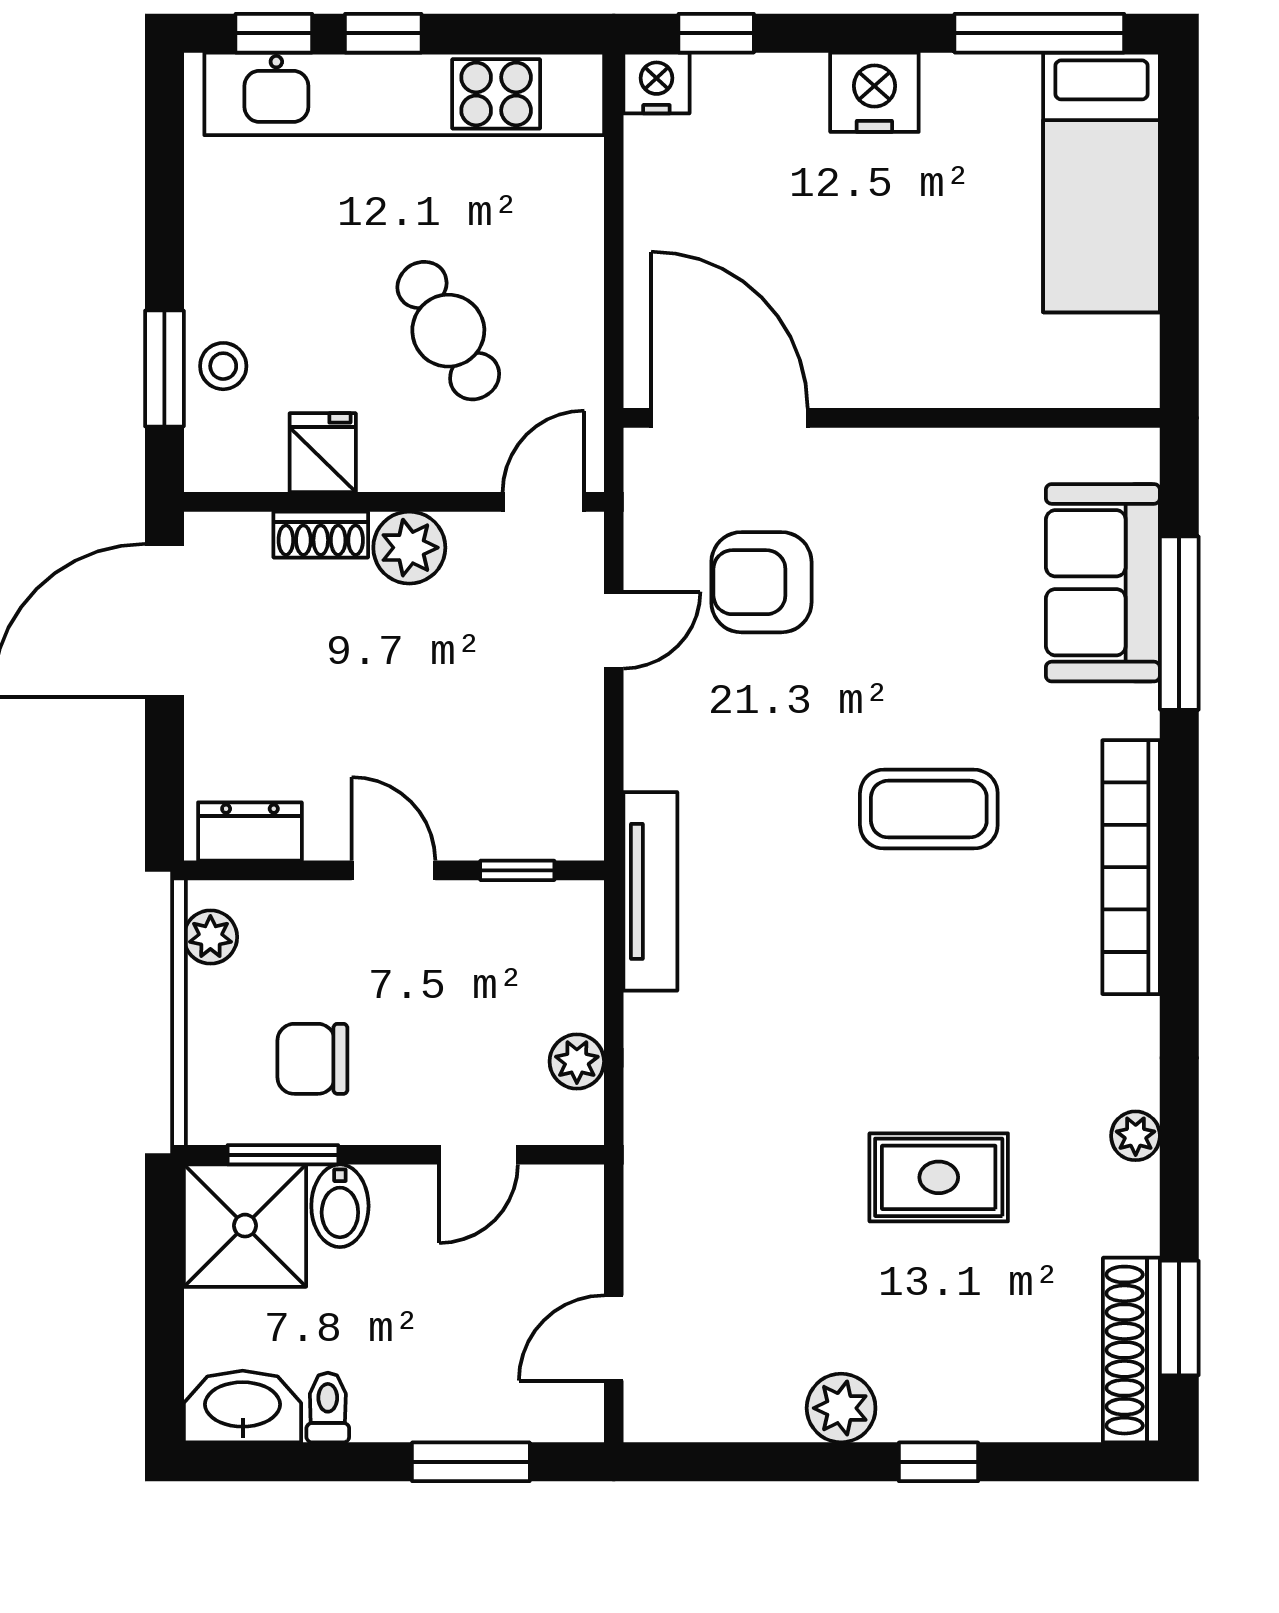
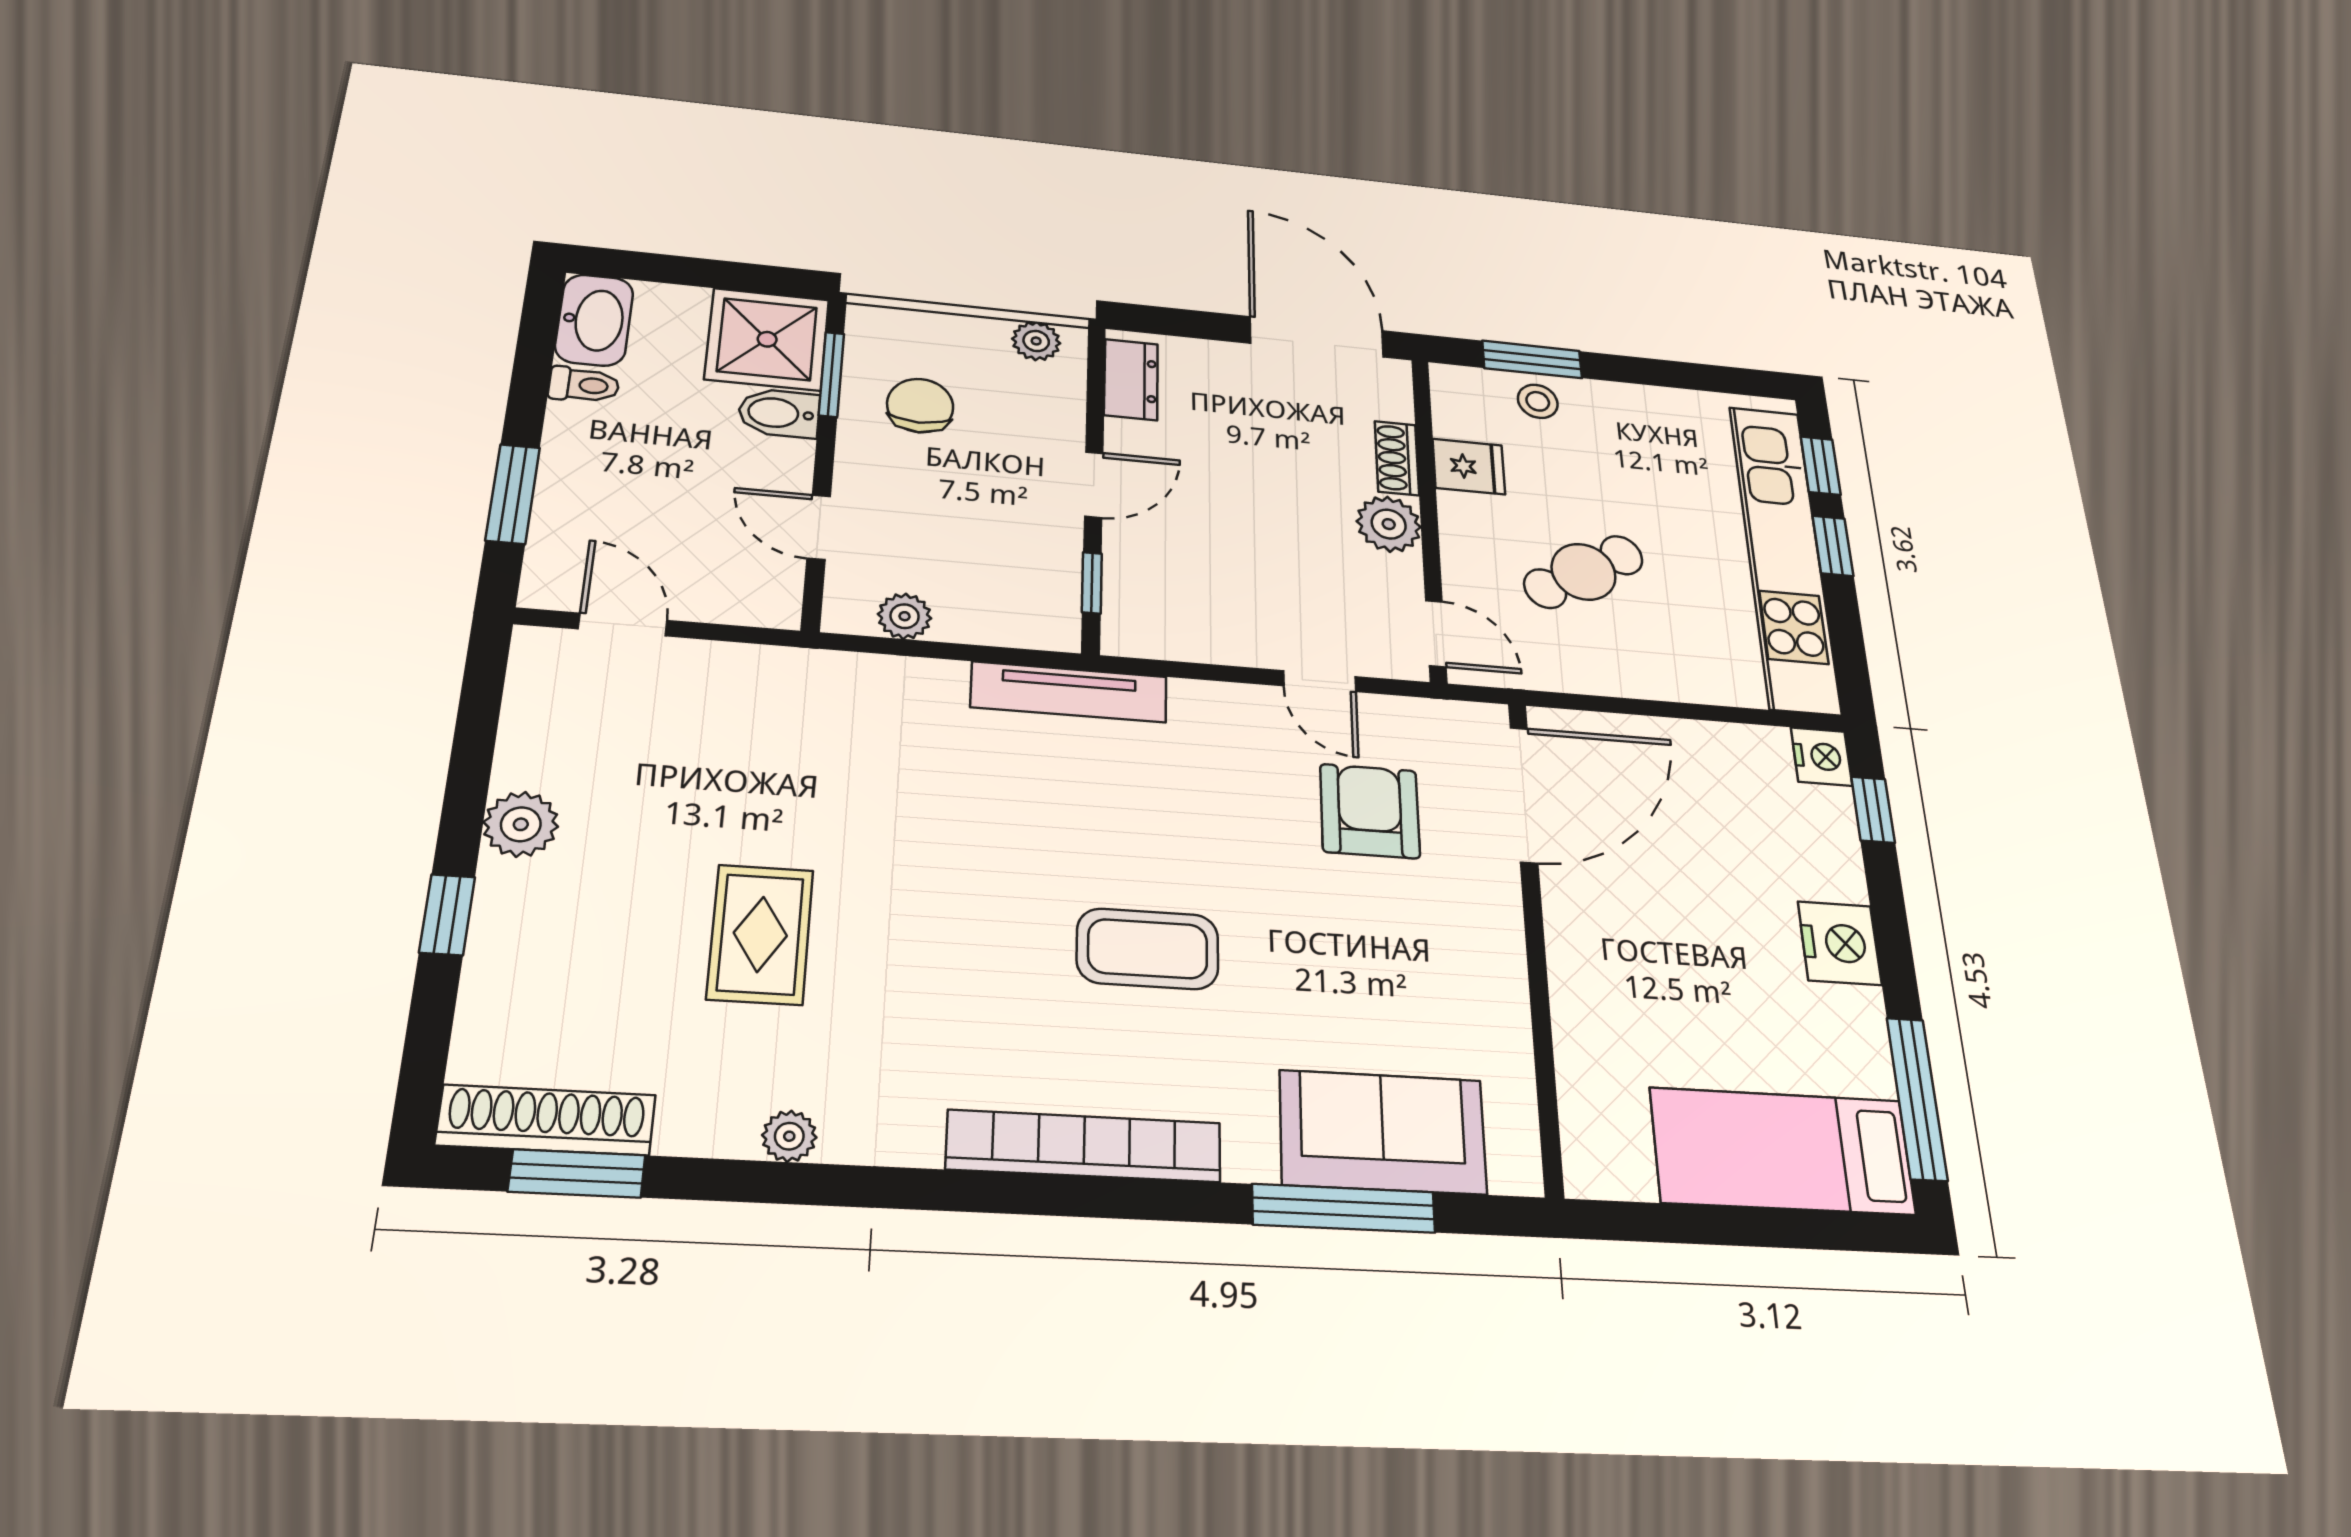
coffee table: (929, 809) -> (1148, 949), turned 90

